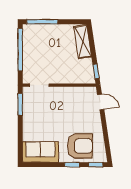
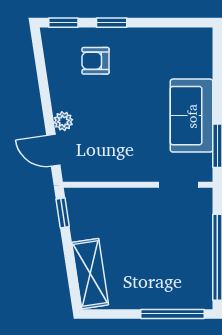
plant: (96, 116) -> (63, 121), added
armchair: (80, 146) -> (96, 61), width x0.53, depth x0.53
sofa: (40, 152) -> (192, 116), moved, turned 90

